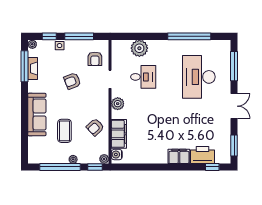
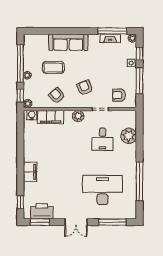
armchair: (72, 81) -> (85, 88), moved
printer: (203, 155) -> (42, 211), moved, turned -90

